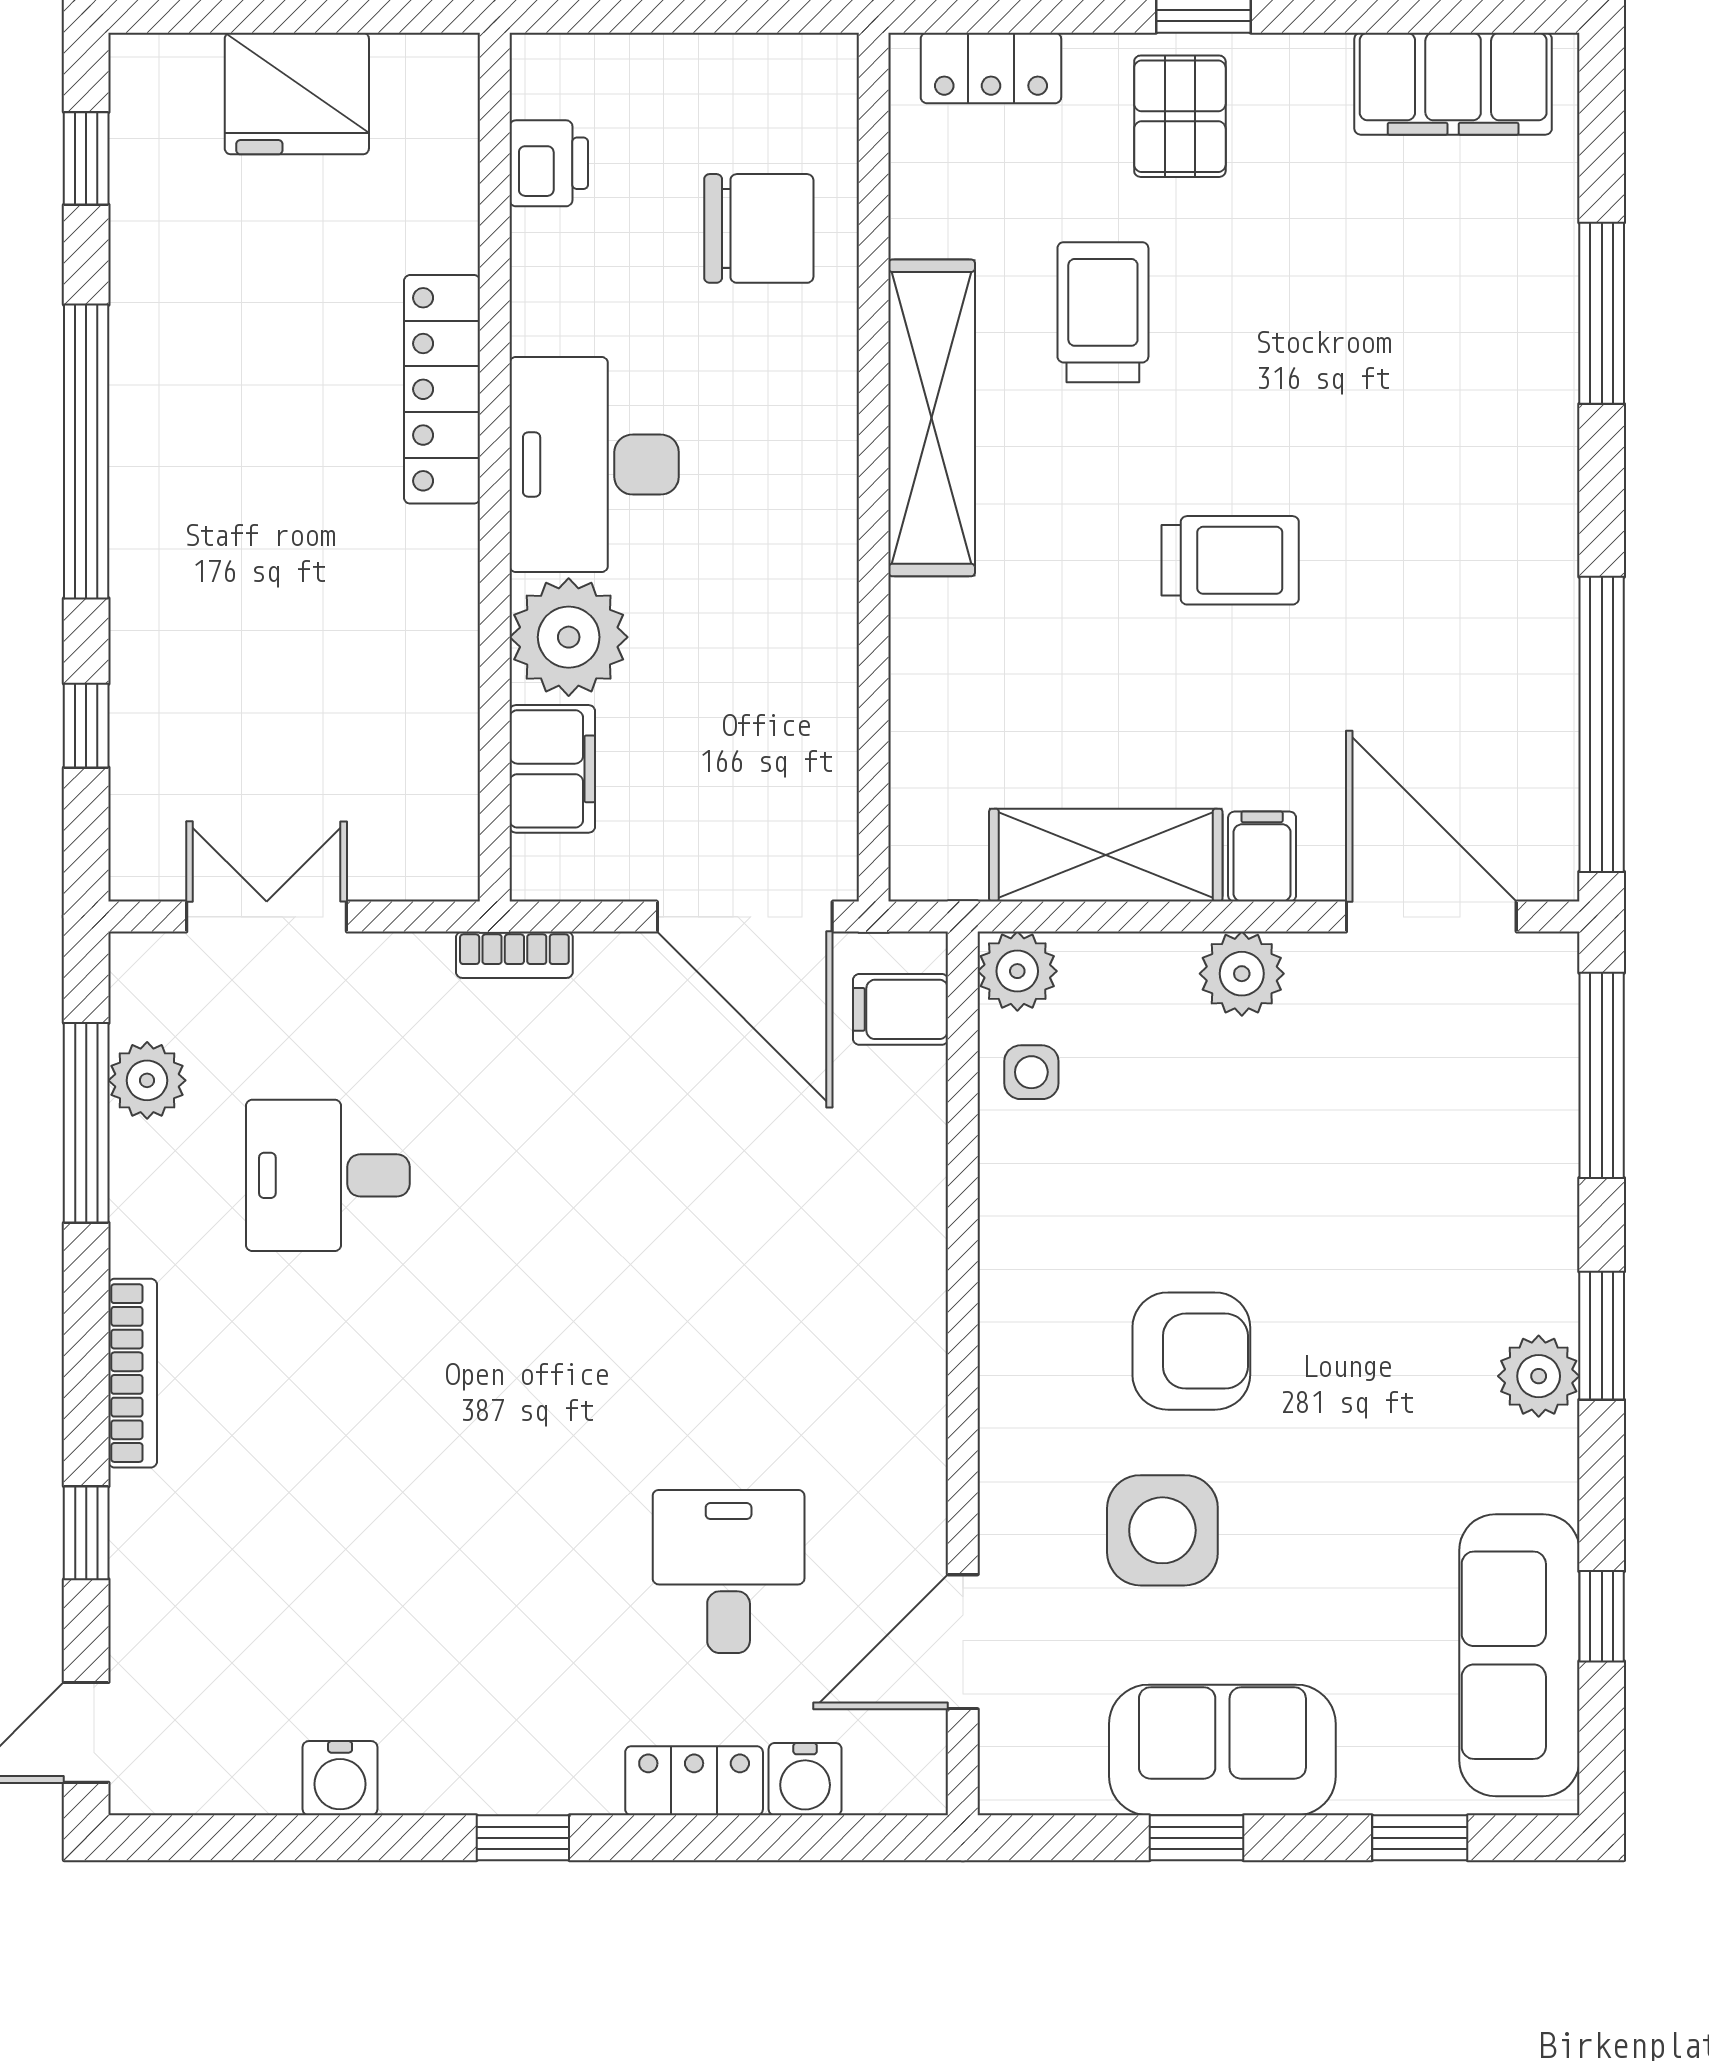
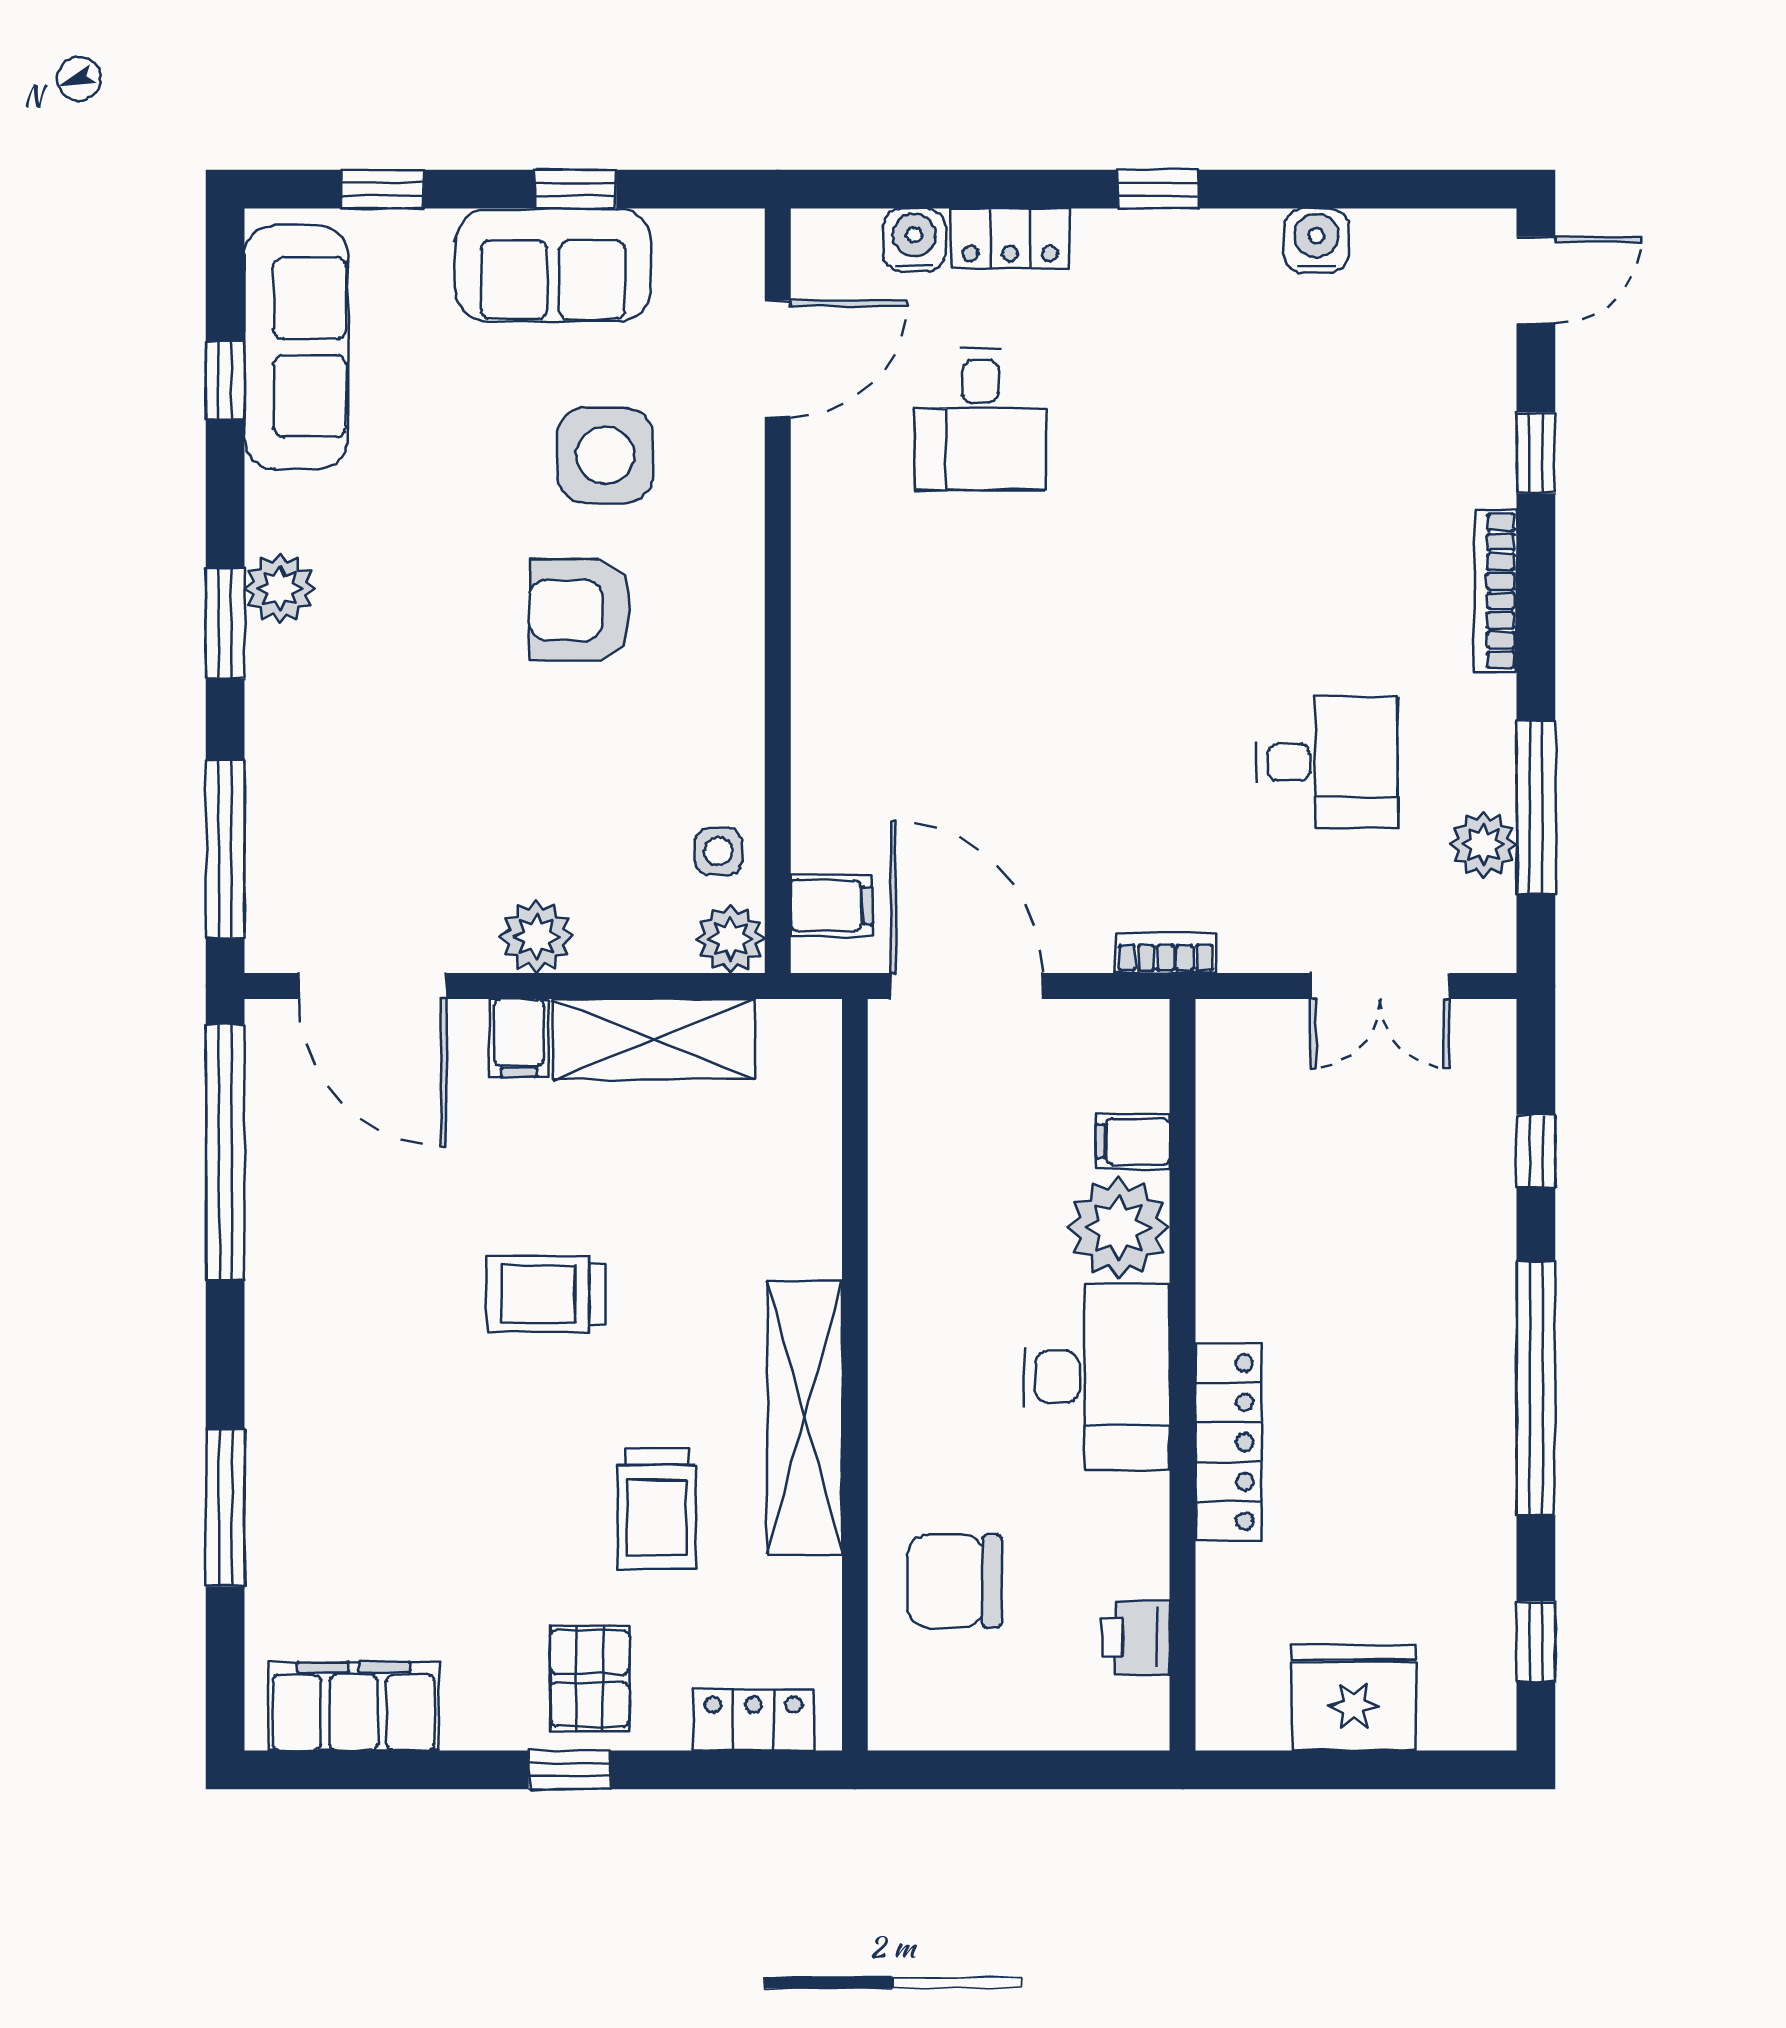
filing cabinet: (552, 769) -> (1133, 1141), width x0.50

